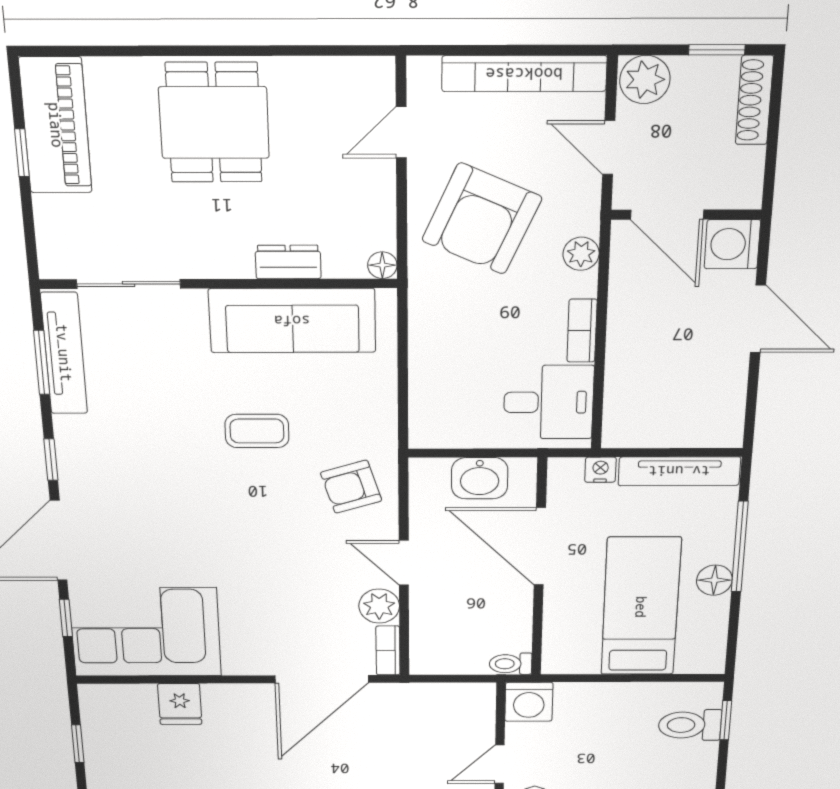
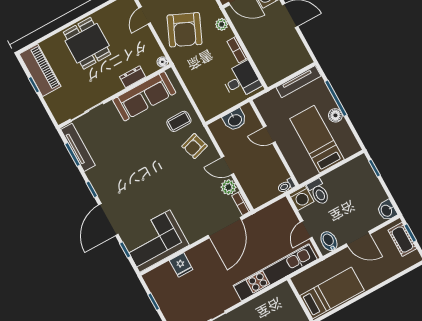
coffee table: (257, 431) -> (179, 121), moved
nightstand: (600, 470) -> (272, 95), removed
door: (540, 547) -> (269, 135), width x0.53
toilet: (690, 725) -> (319, 192), moved, turned -90

